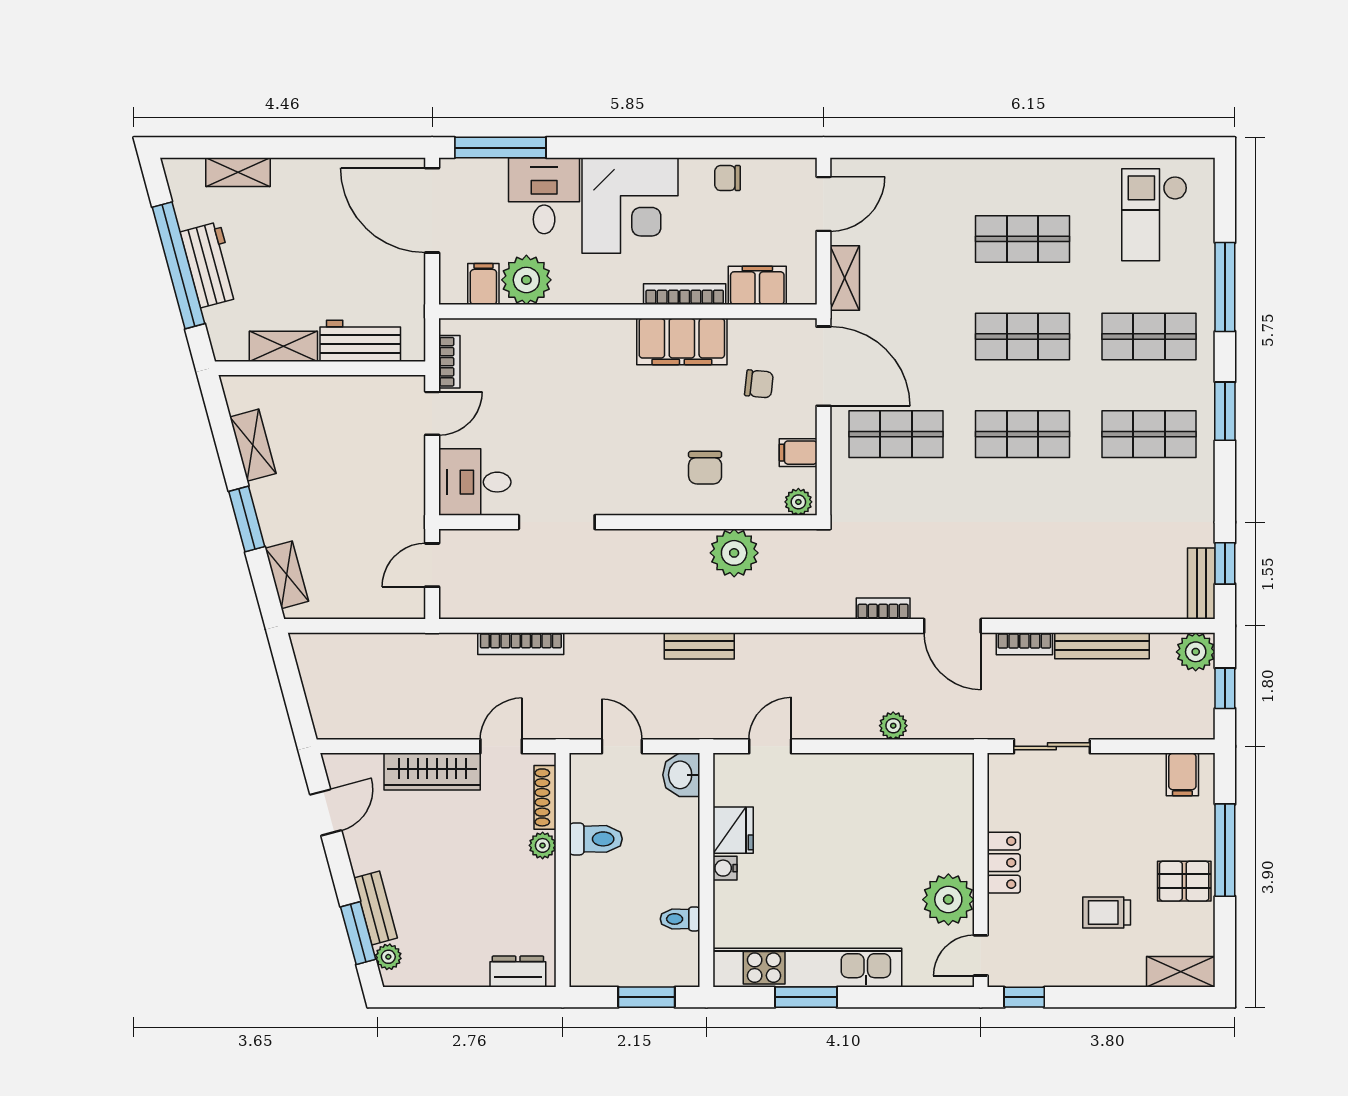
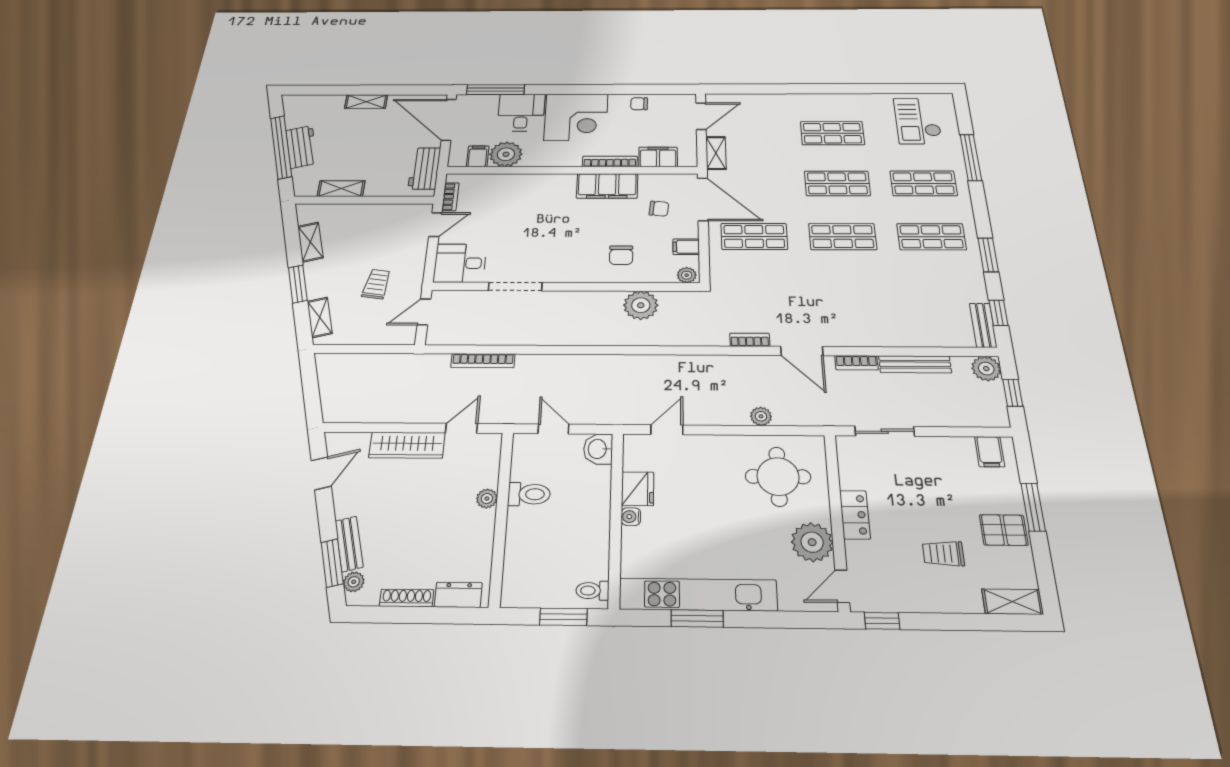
shelving: (238, 172) -> (366, 102), moved
workbench: (360, 341) -> (424, 168), moved, turned -90
window: (1225, 411) -> (988, 255), moved
trolley: (359, 519) -> (376, 284), added
bench: (699, 646) -> (614, 363), removed
shoe rack: (545, 797) -> (407, 598), moved, turned 90
round table: (911, 812) -> (778, 477), added
window: (1225, 850) -> (1033, 507), width x0.69
toilet: (680, 919) -> (592, 591), moved

